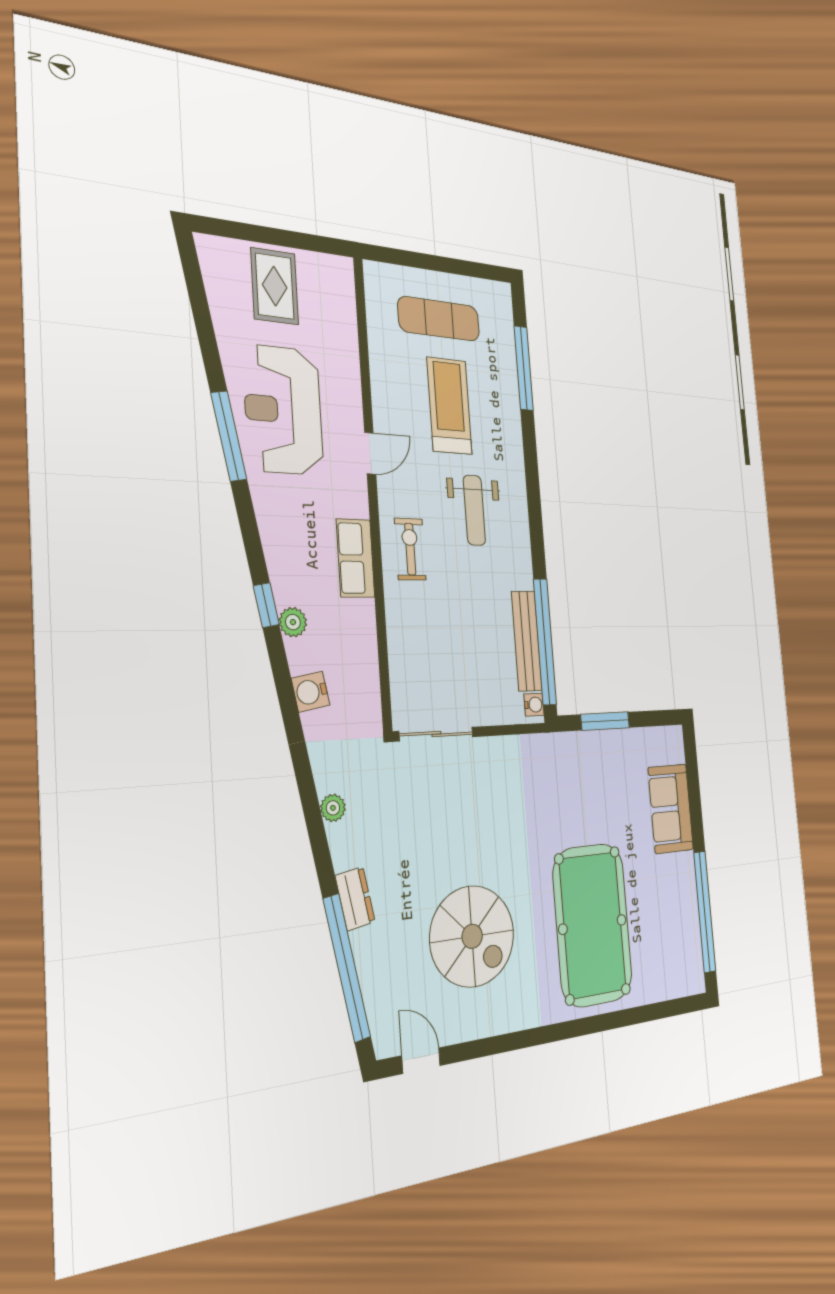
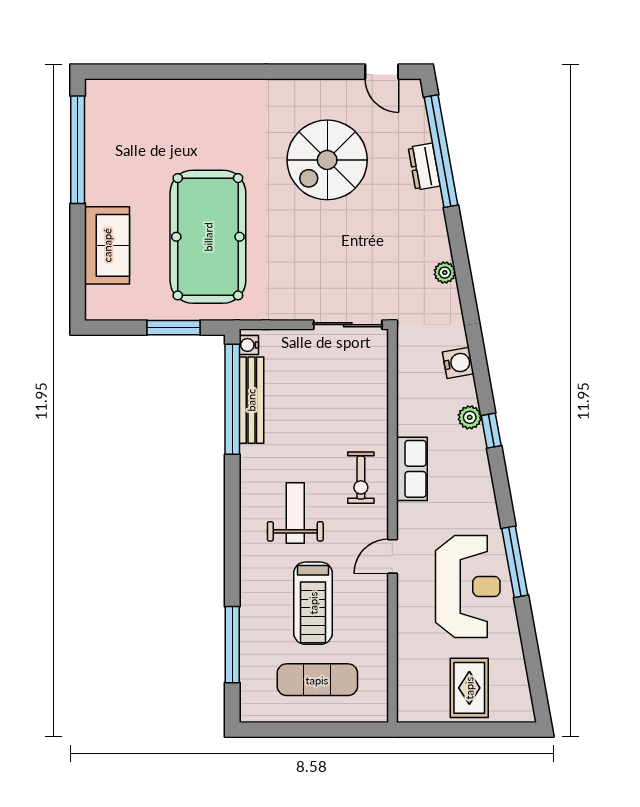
dresser: (355, 899) -> (424, 167), moved
pool table: (593, 924) -> (208, 237), moved
spiral stairs: (472, 936) -> (327, 160), turned -90

